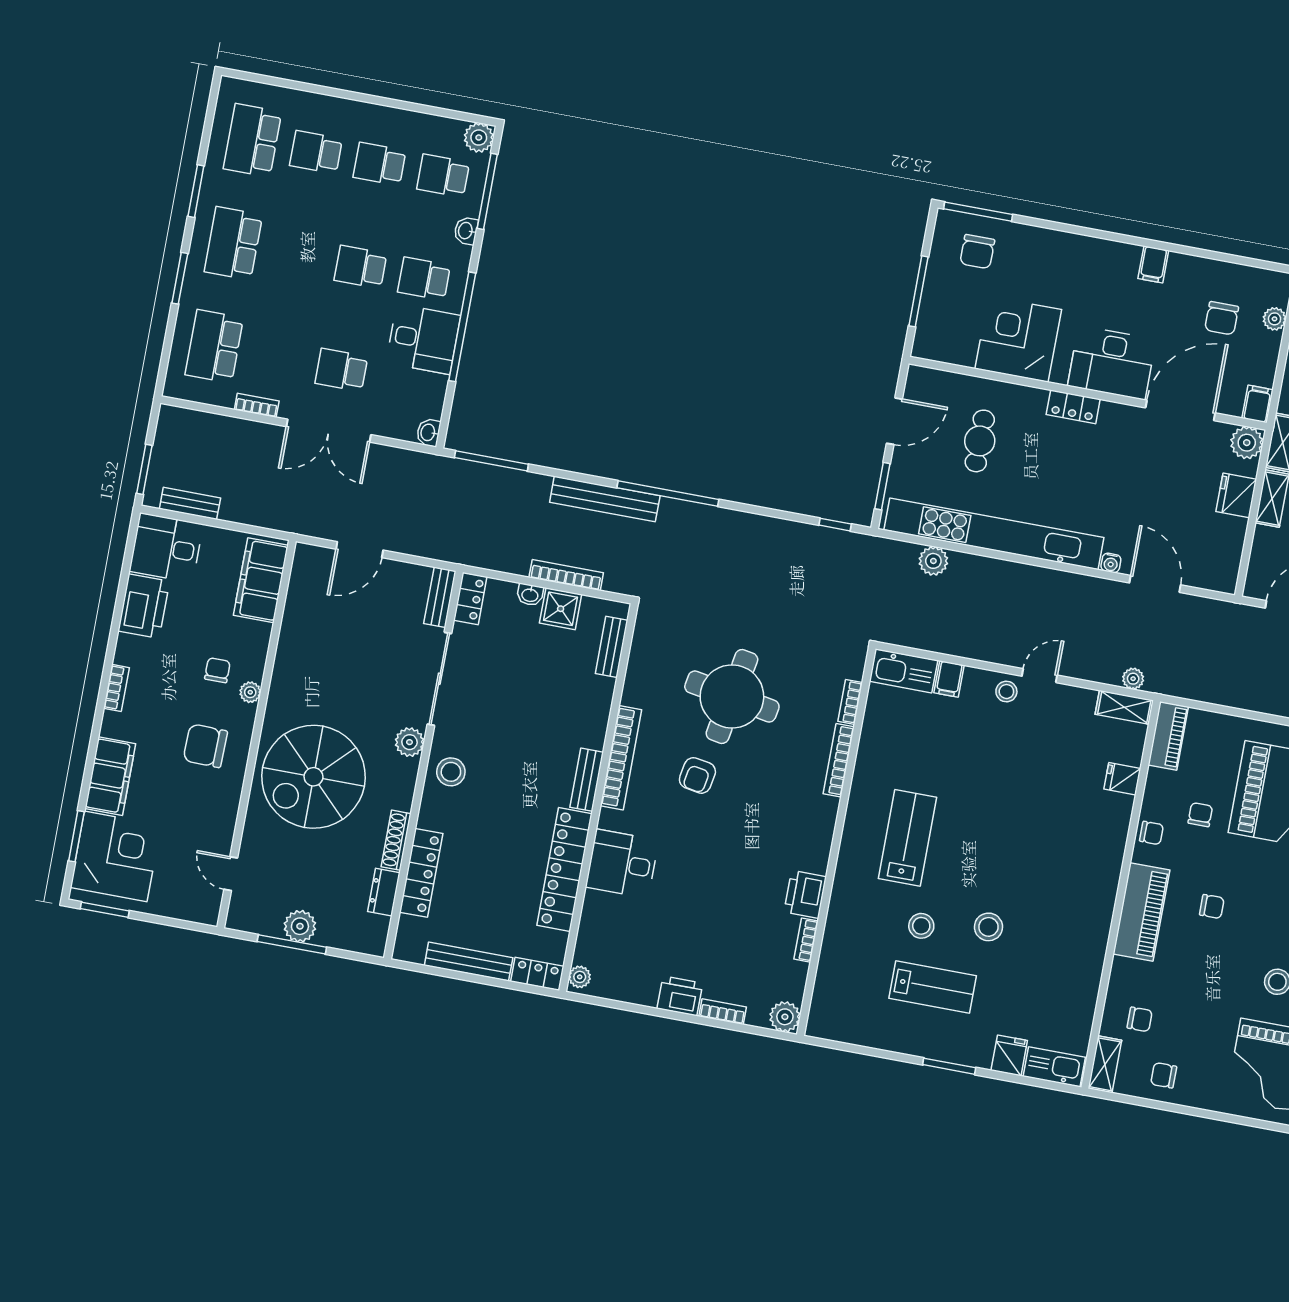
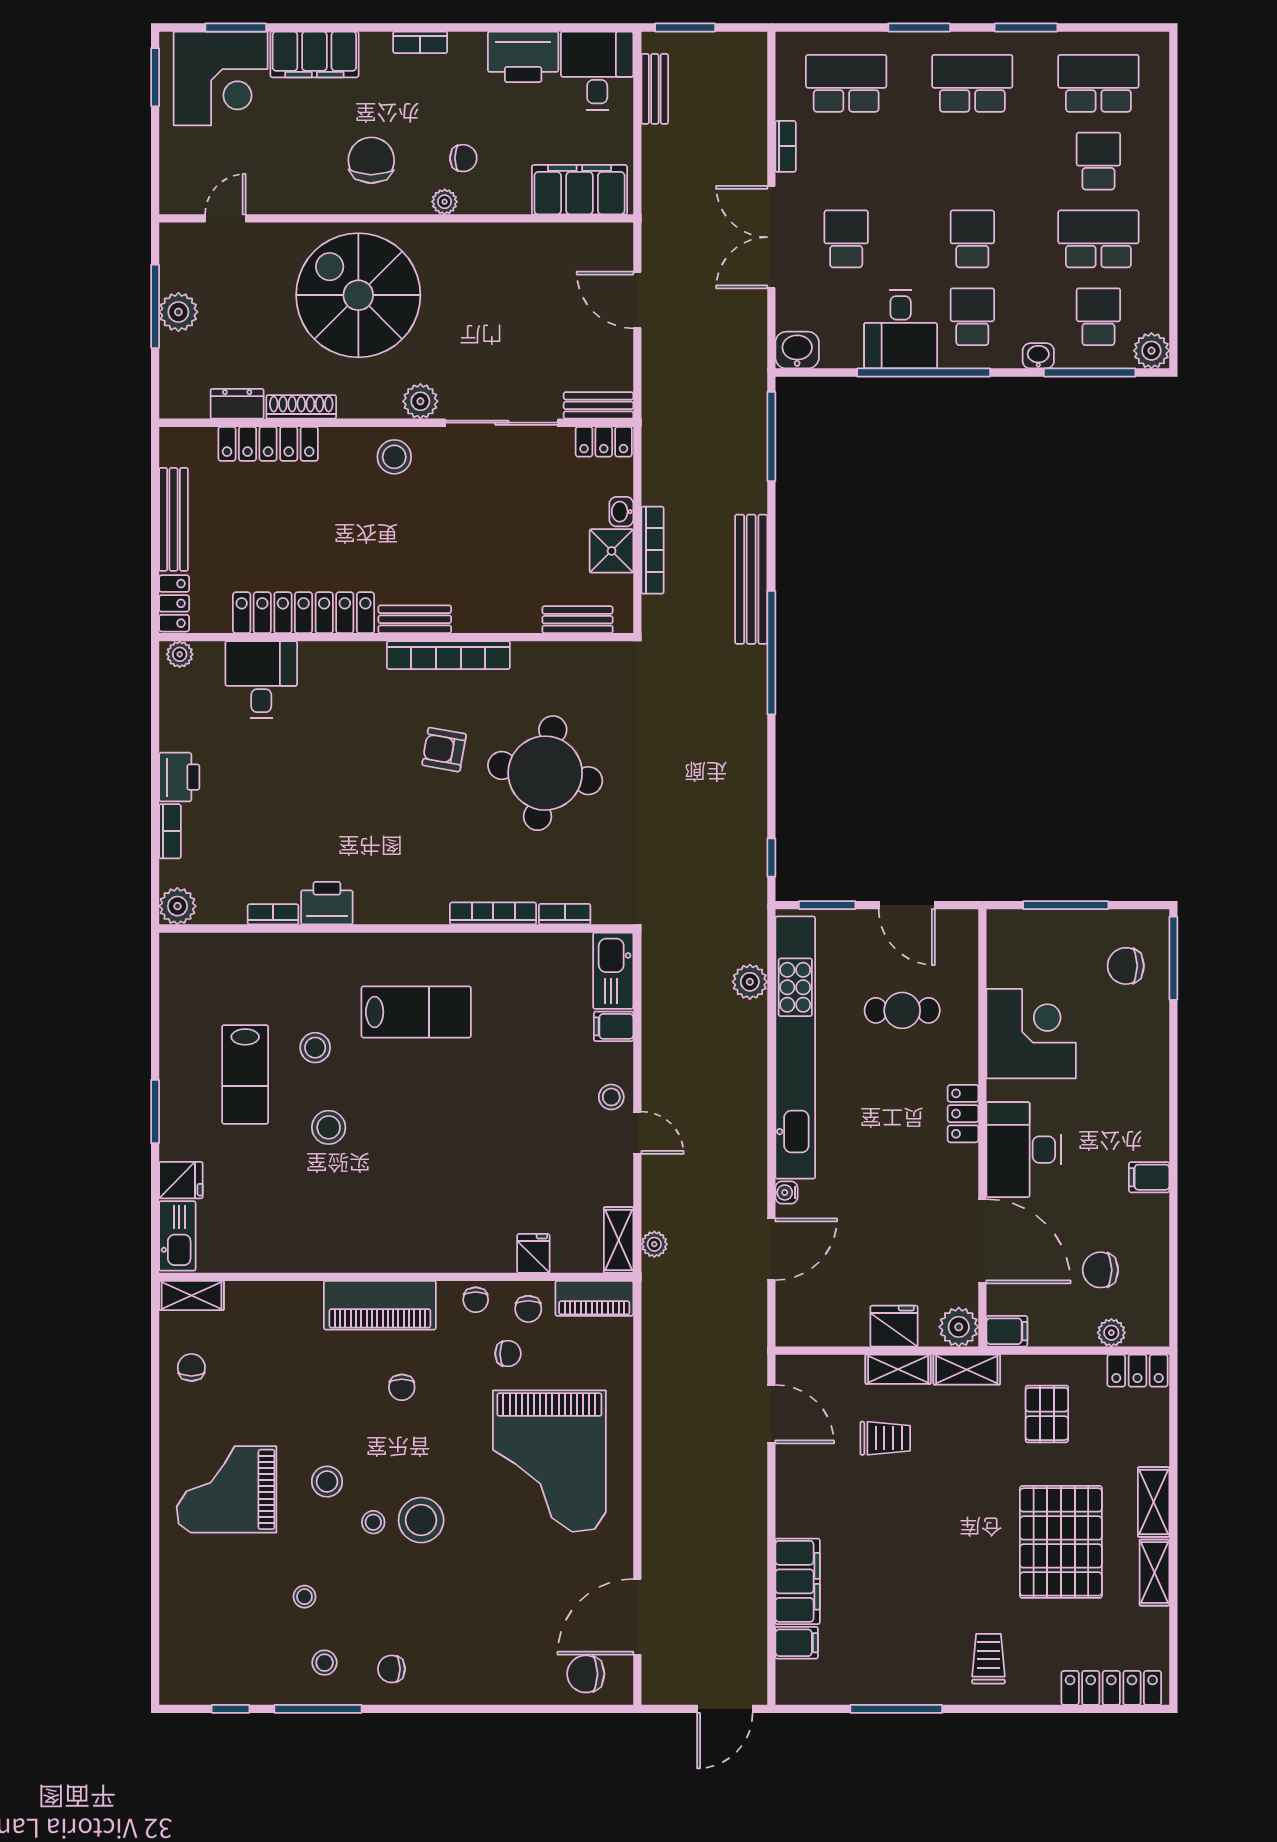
school desk: (380, 164) -> (1098, 239), width x1.85
washbasin: (428, 433) -> (797, 350), width x1.38, depth x1.45
desk: (622, 864) -> (261, 680), moved
chair: (1140, 1019) -> (528, 1309), moved

